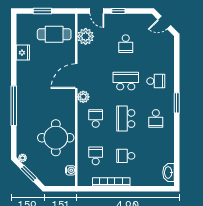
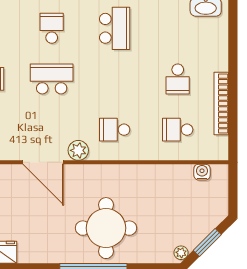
school desk: (126, 81) -> (52, 79), turned 90
school desk: (126, 118) -> (115, 79), removed
school desk: (156, 118) -> (115, 28), width x1.85
round table: (56, 138) -> (106, 228), moved

